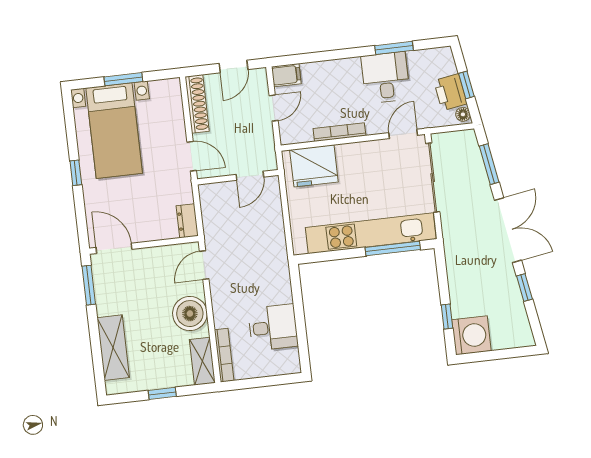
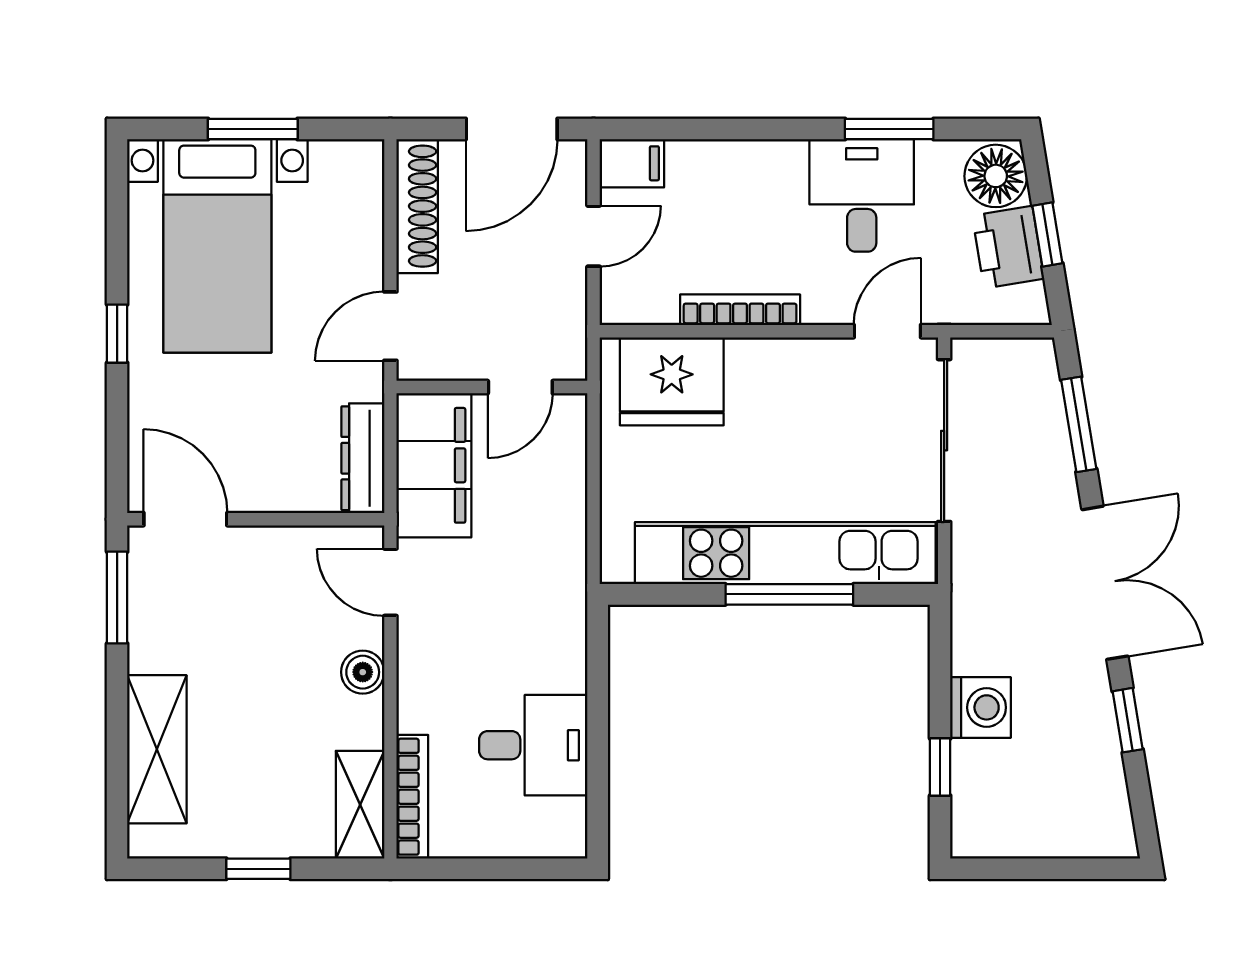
door: (233, 66) -> (512, 129), width x1.38
floor lamp: (463, 114) -> (996, 176), moved, width x1.89, depth x1.89
door: (192, 156) -> (390, 326), swing flipped
filing cabinet: (217, 213) -> (434, 465), added
dresser: (187, 221) -> (363, 458), width x1.44
window: (393, 249) -> (789, 594), moved
door: (204, 265) -> (390, 582), hinge flipped
boiler: (190, 314) -> (363, 672), width x0.54, depth x0.54
washing machine: (471, 335) -> (981, 707), moved, width x0.73, depth x0.73

